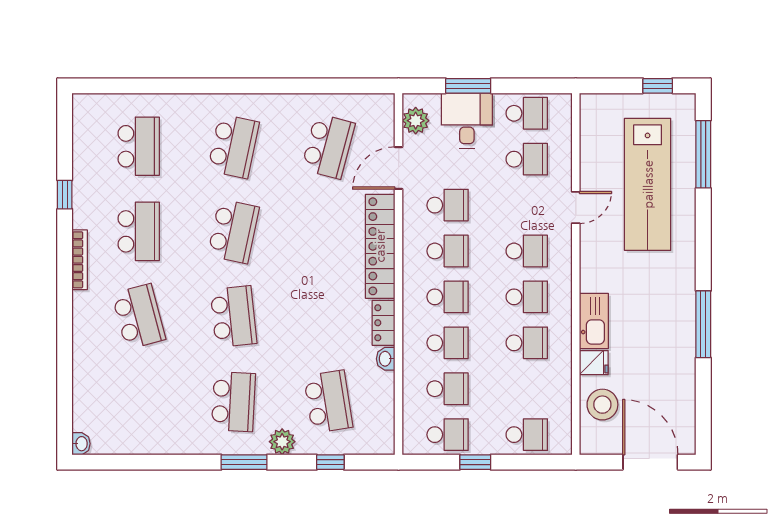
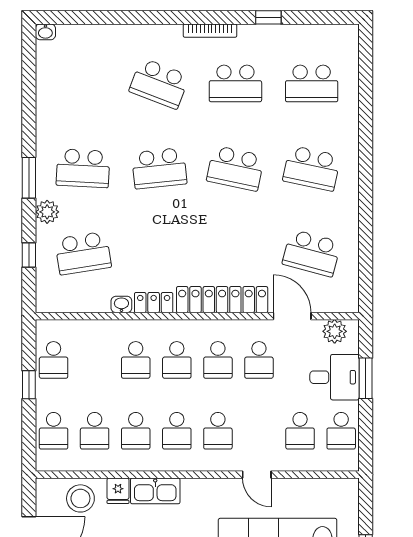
school desk: (139, 317) -> (159, 83), turned 36
school desk: (448, 389) -> (95, 431), moved

